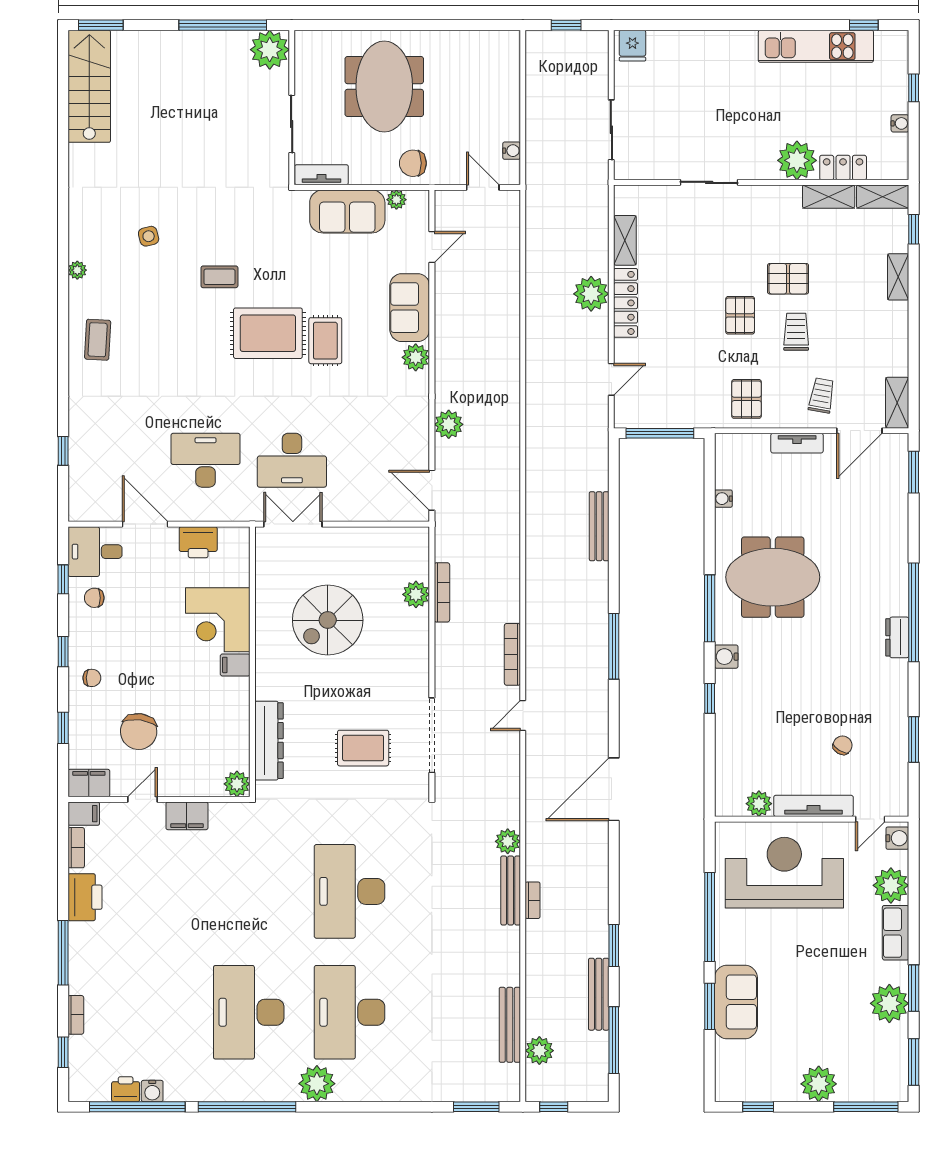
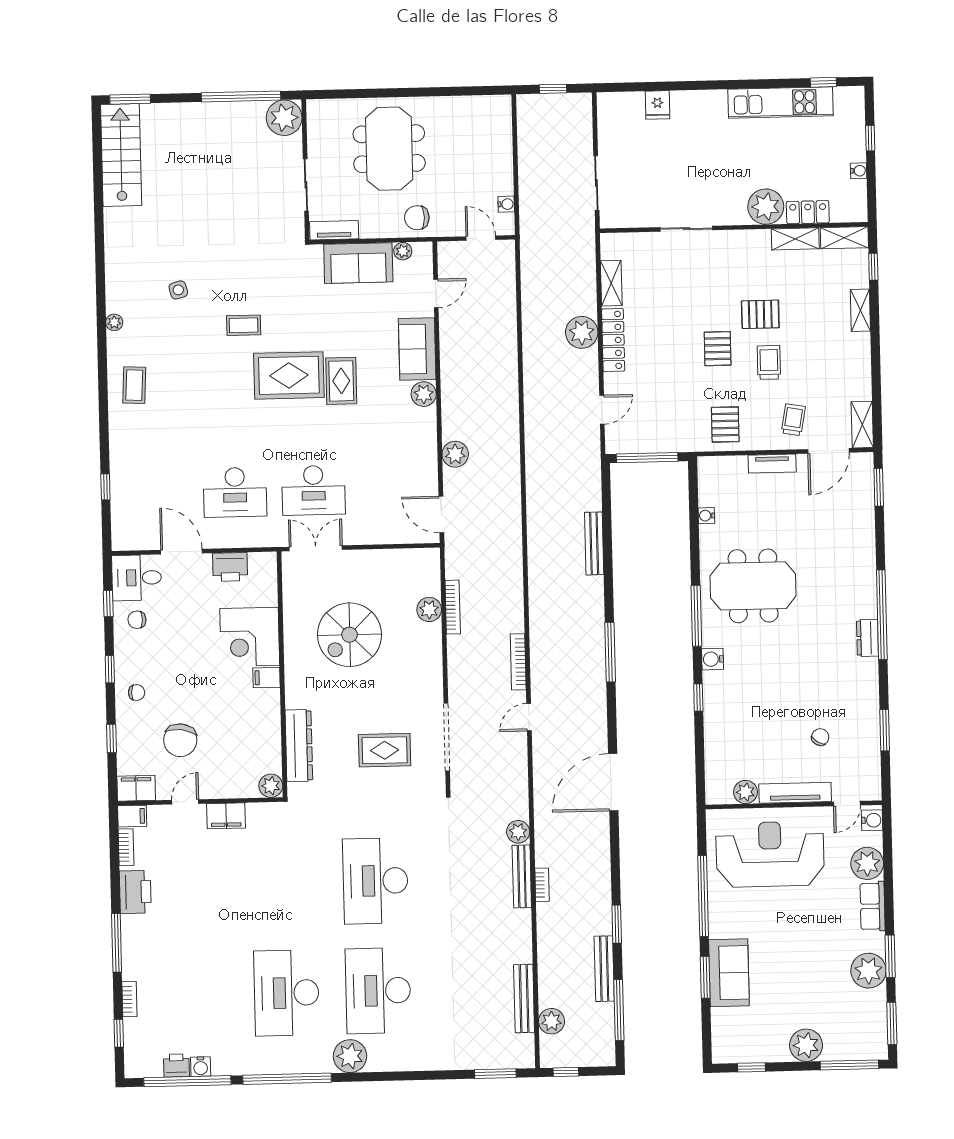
fridge: (632, 46) -> (658, 105), moved
desk: (206, 460) -> (235, 492), turned 180

